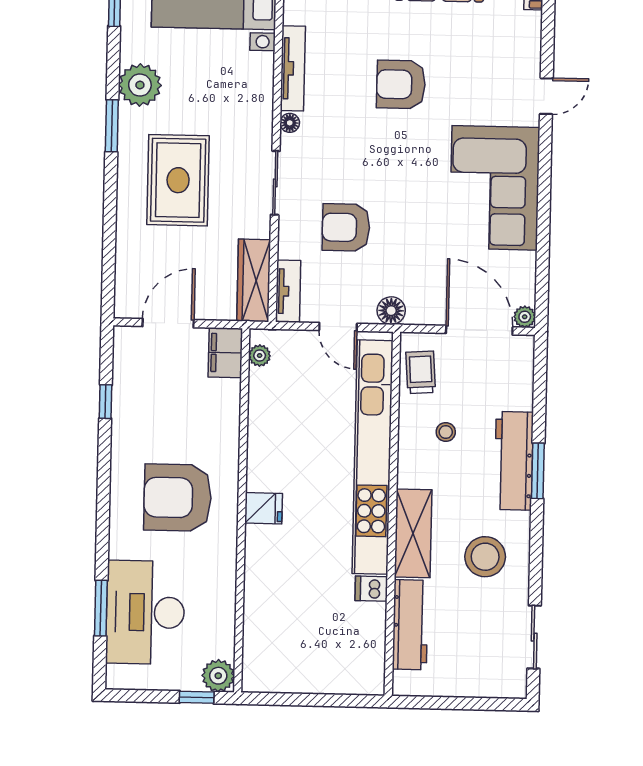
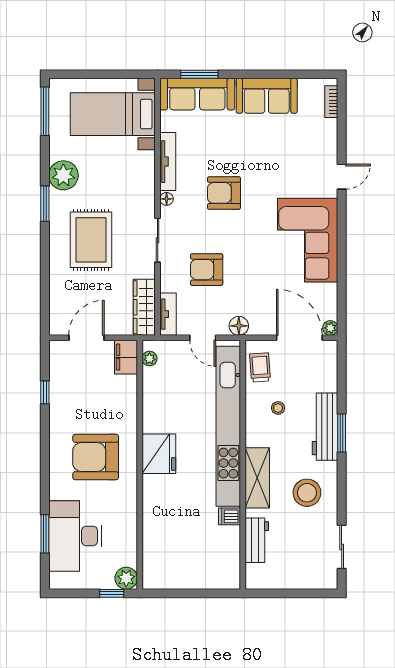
armchair: (401, 84) -> (224, 193), moved
fridge: (264, 508) -> (159, 454), width x1.88, depth x1.34
workbench: (410, 625) -> (257, 540), width x0.73

